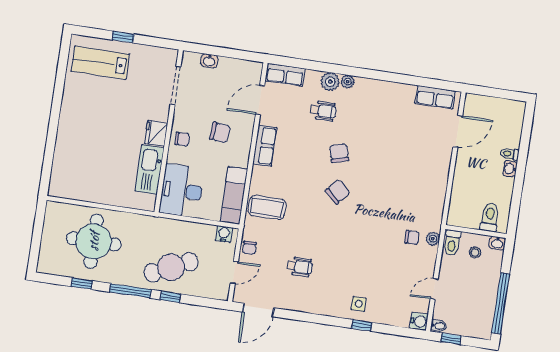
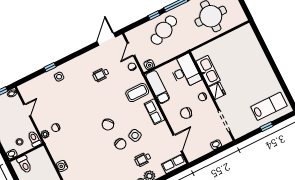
row of seats: (265, 146) -> (154, 112), moved
side table: (311, 151) -> (135, 135), added
water cooler: (419, 321) -> (62, 166), moved

